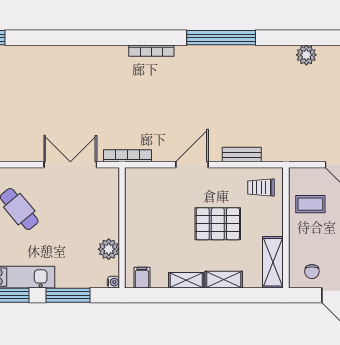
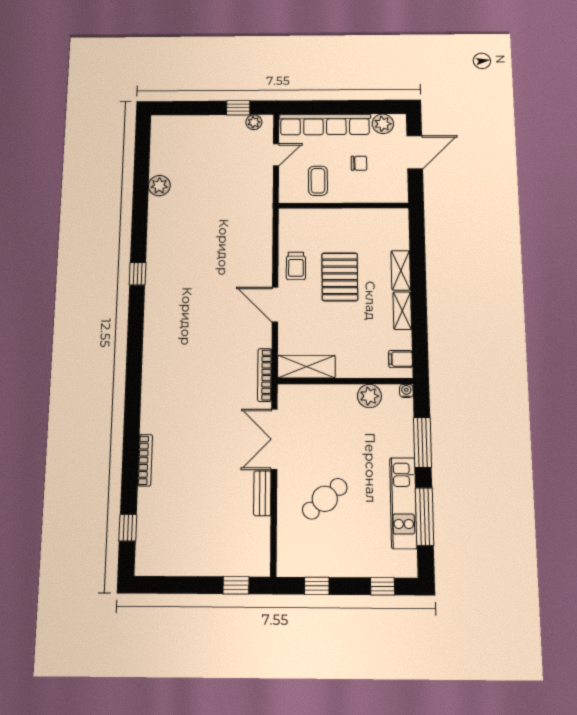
window: (221, 38) -> (138, 274), width x0.32
bookcase: (151, 51) -> (145, 460), moved
bench: (242, 155) -> (262, 493), moved
trolley: (261, 187) -> (296, 266), moved
shelving: (273, 262) -> (306, 367), moved
chair: (312, 271) -> (359, 163), moved

